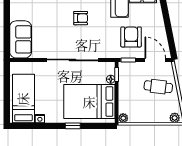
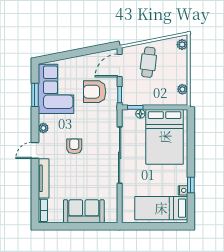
sofa: (21, 39) -> (84, 211), moved
plant: (123, 118) -> (182, 89), moved
window: (73, 126) -> (191, 185), moved

